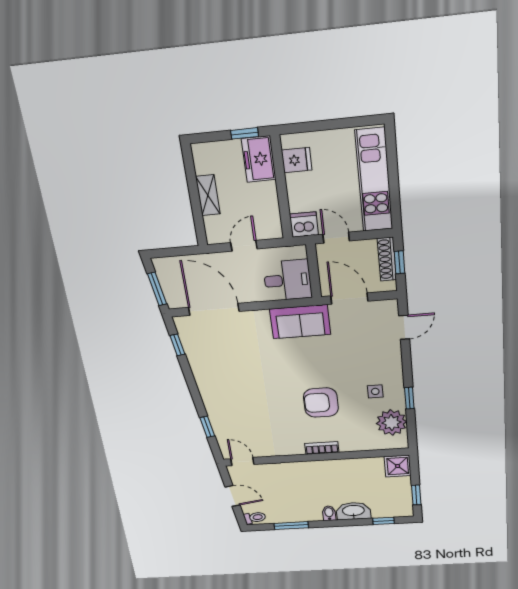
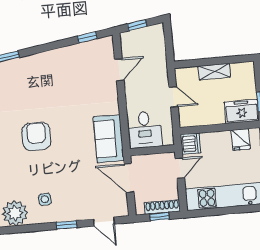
window: (157, 289) -> (137, 25), width x0.67
door: (349, 299) -> (129, 178), swing flipped
door: (214, 309) -> (119, 70), width x0.53
window: (409, 398) -> (66, 225), moved
armchair: (321, 403) -> (36, 136), moved

